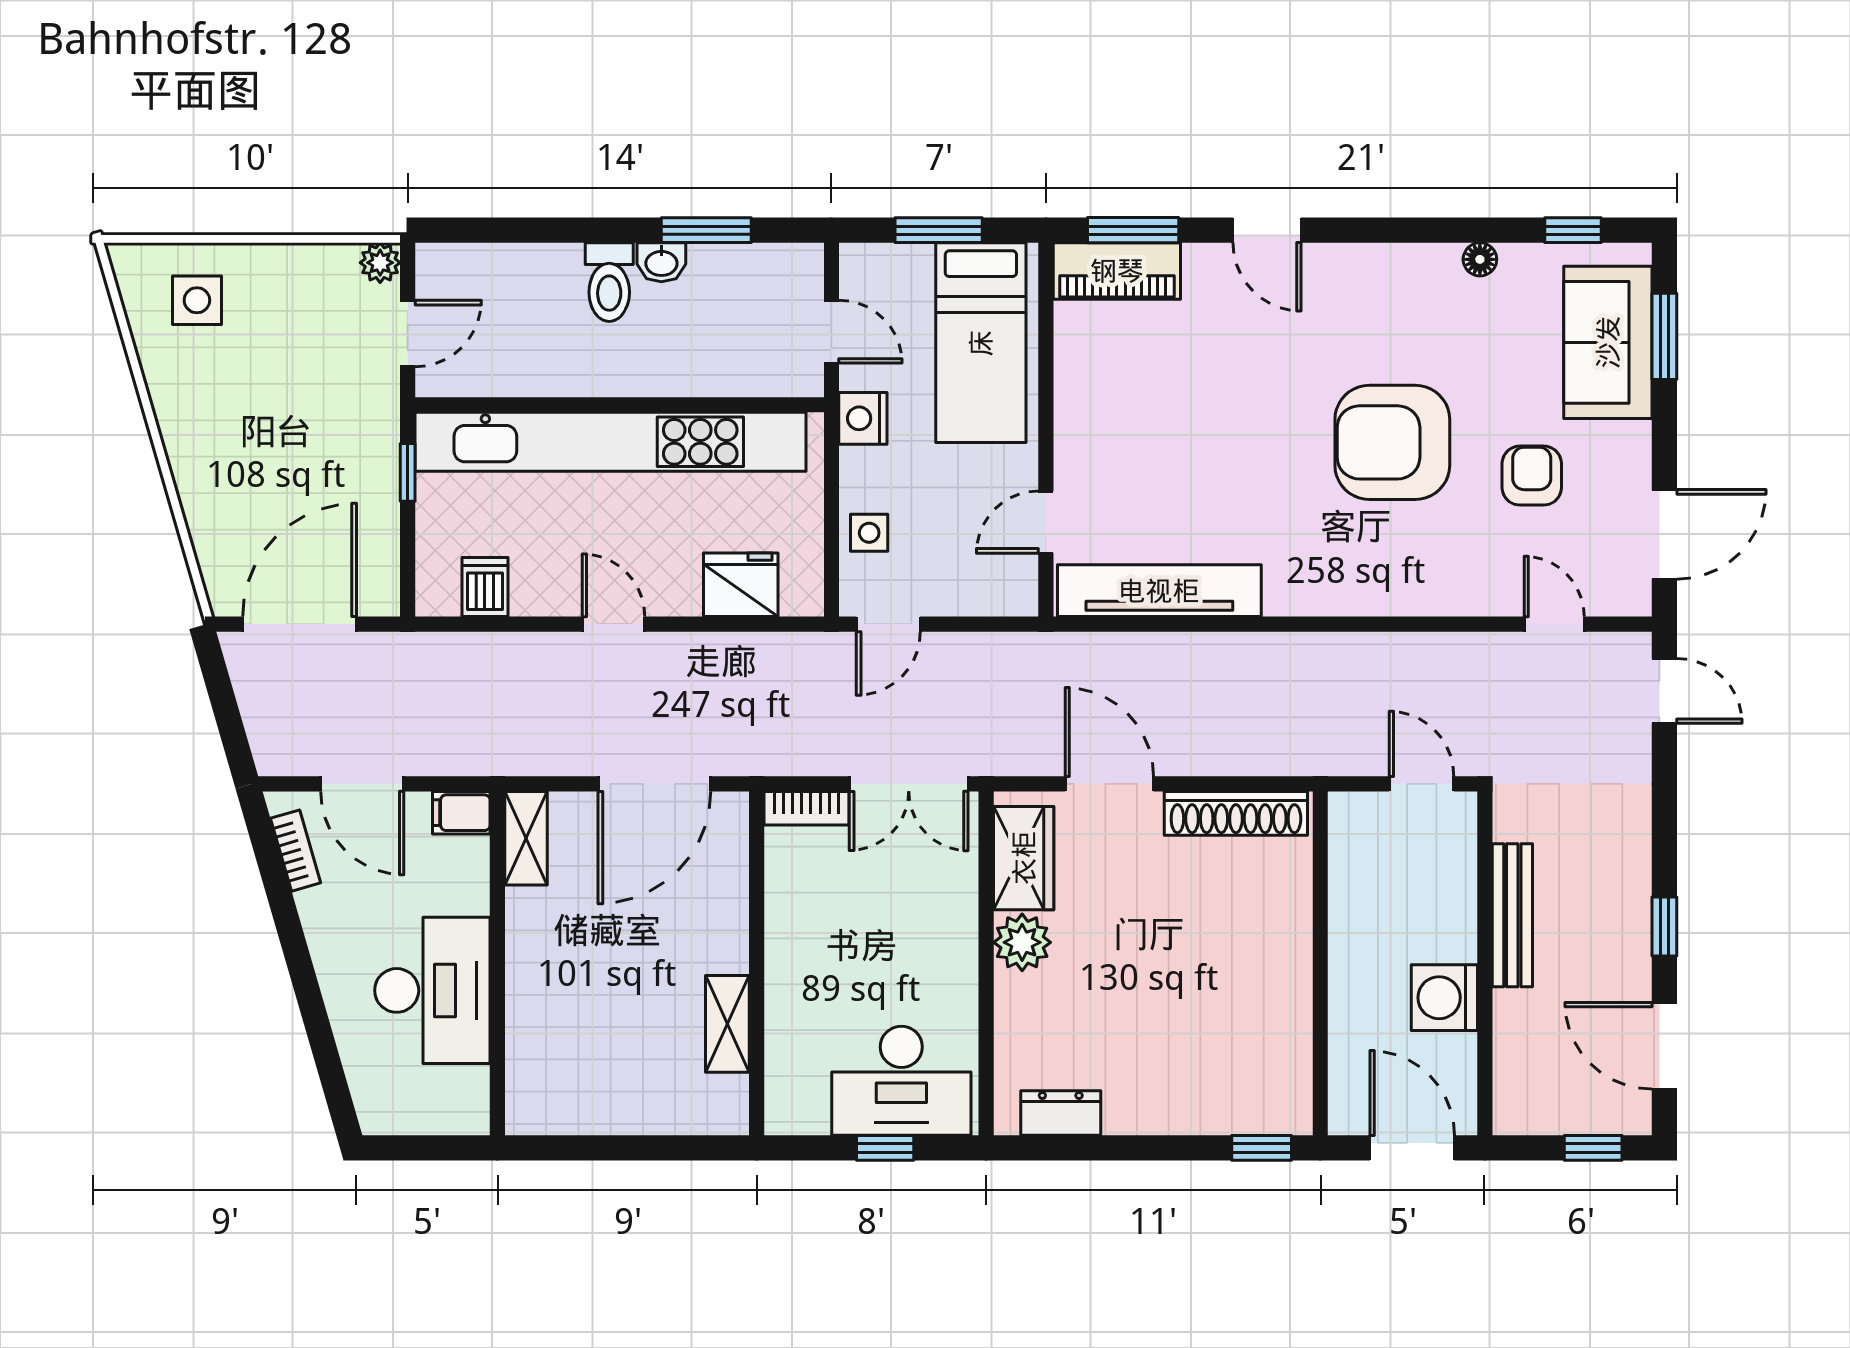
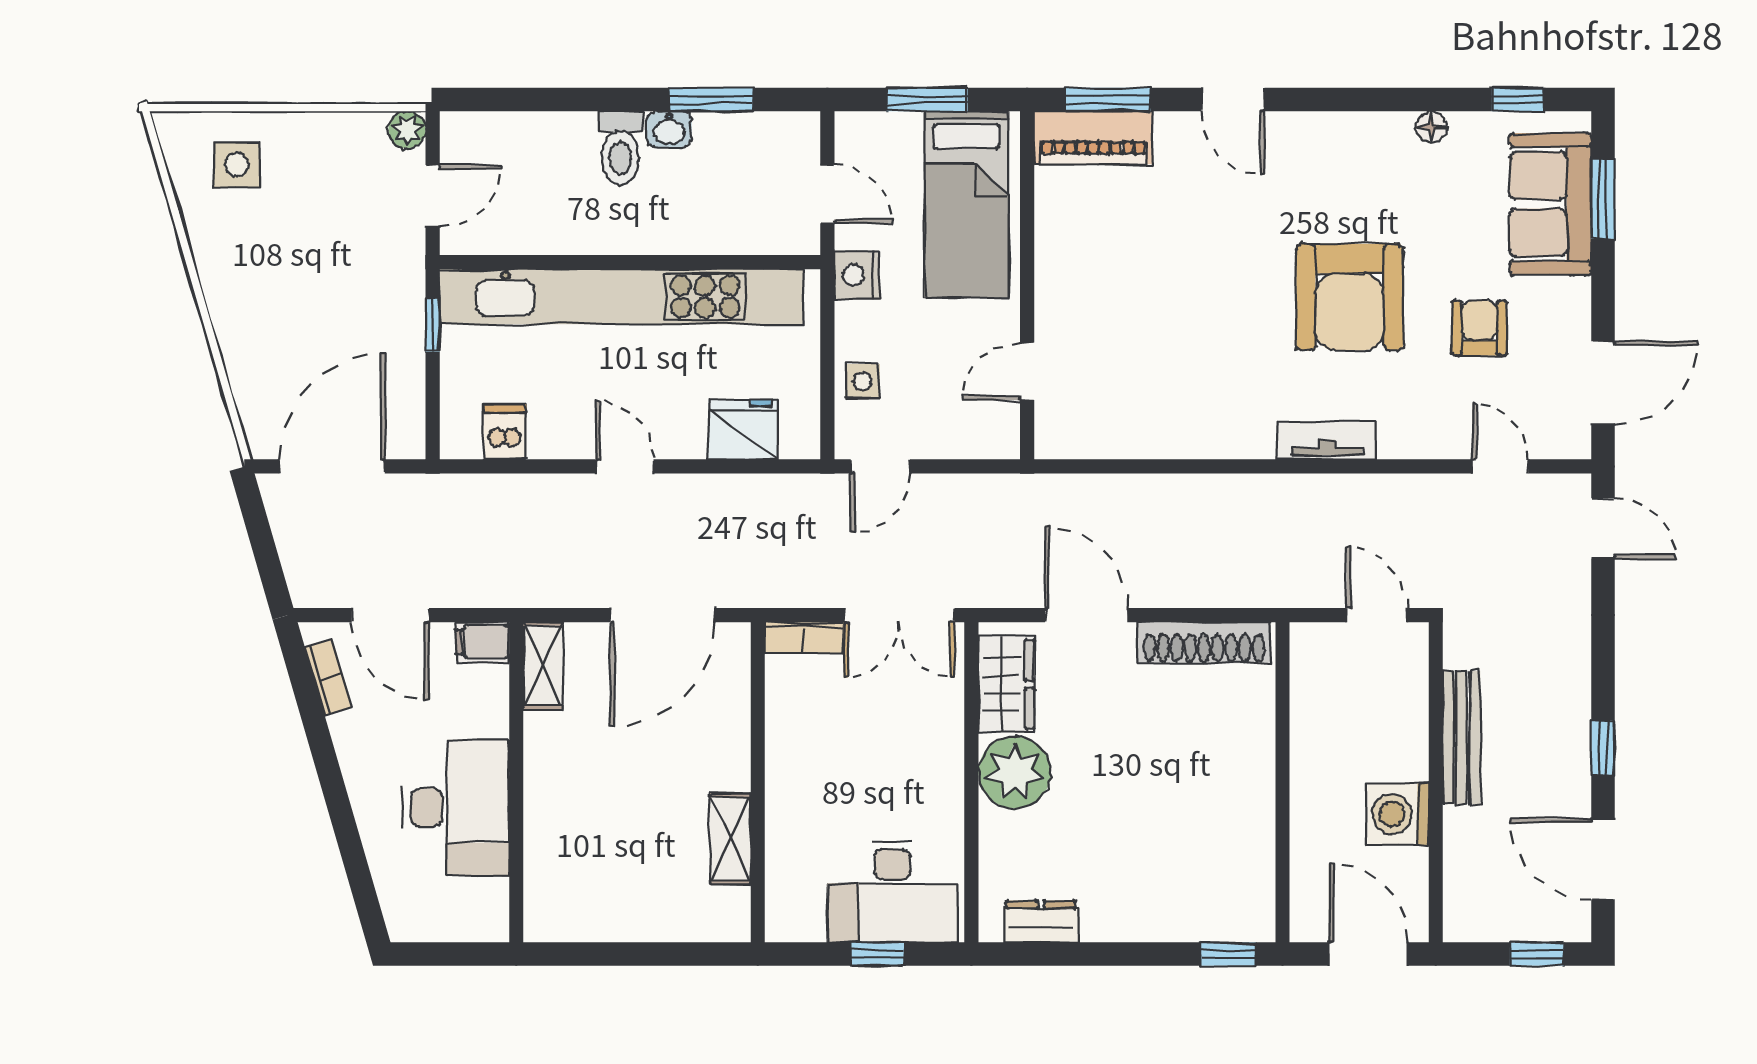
armchair: (1392, 442) -> (1350, 297), turned -90
tv unit: (1159, 591) -> (1327, 441), moved, width x0.52, depth x0.78
plant: (1022, 942) -> (1015, 772), width x1.36, depth x1.36

